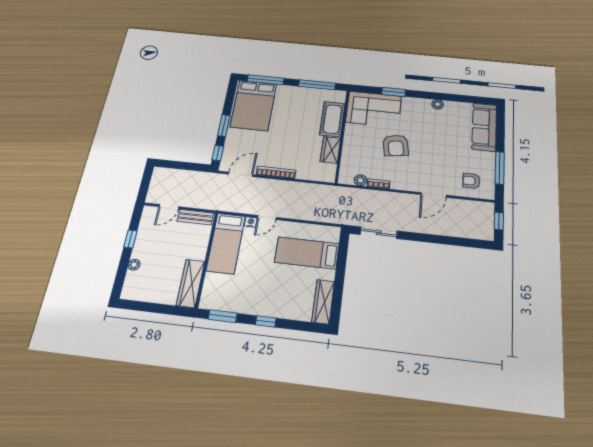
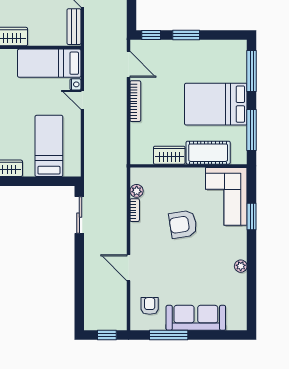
bed: (254, 105) -> (216, 104), moved
sofa: (484, 127) -> (196, 318), moved

